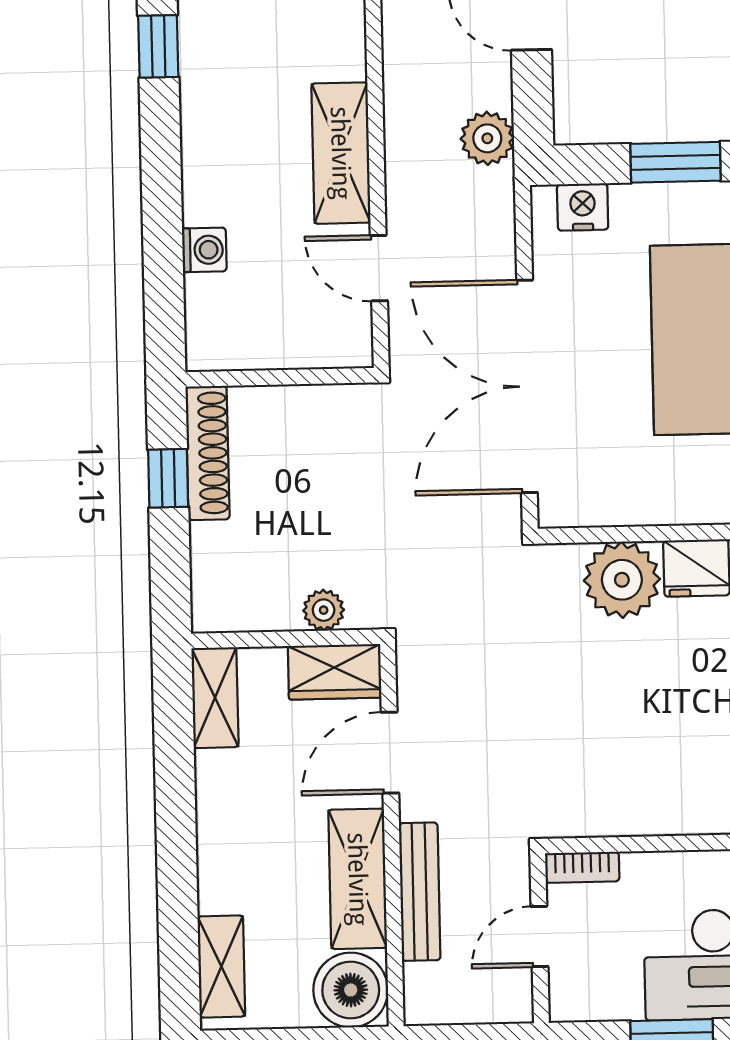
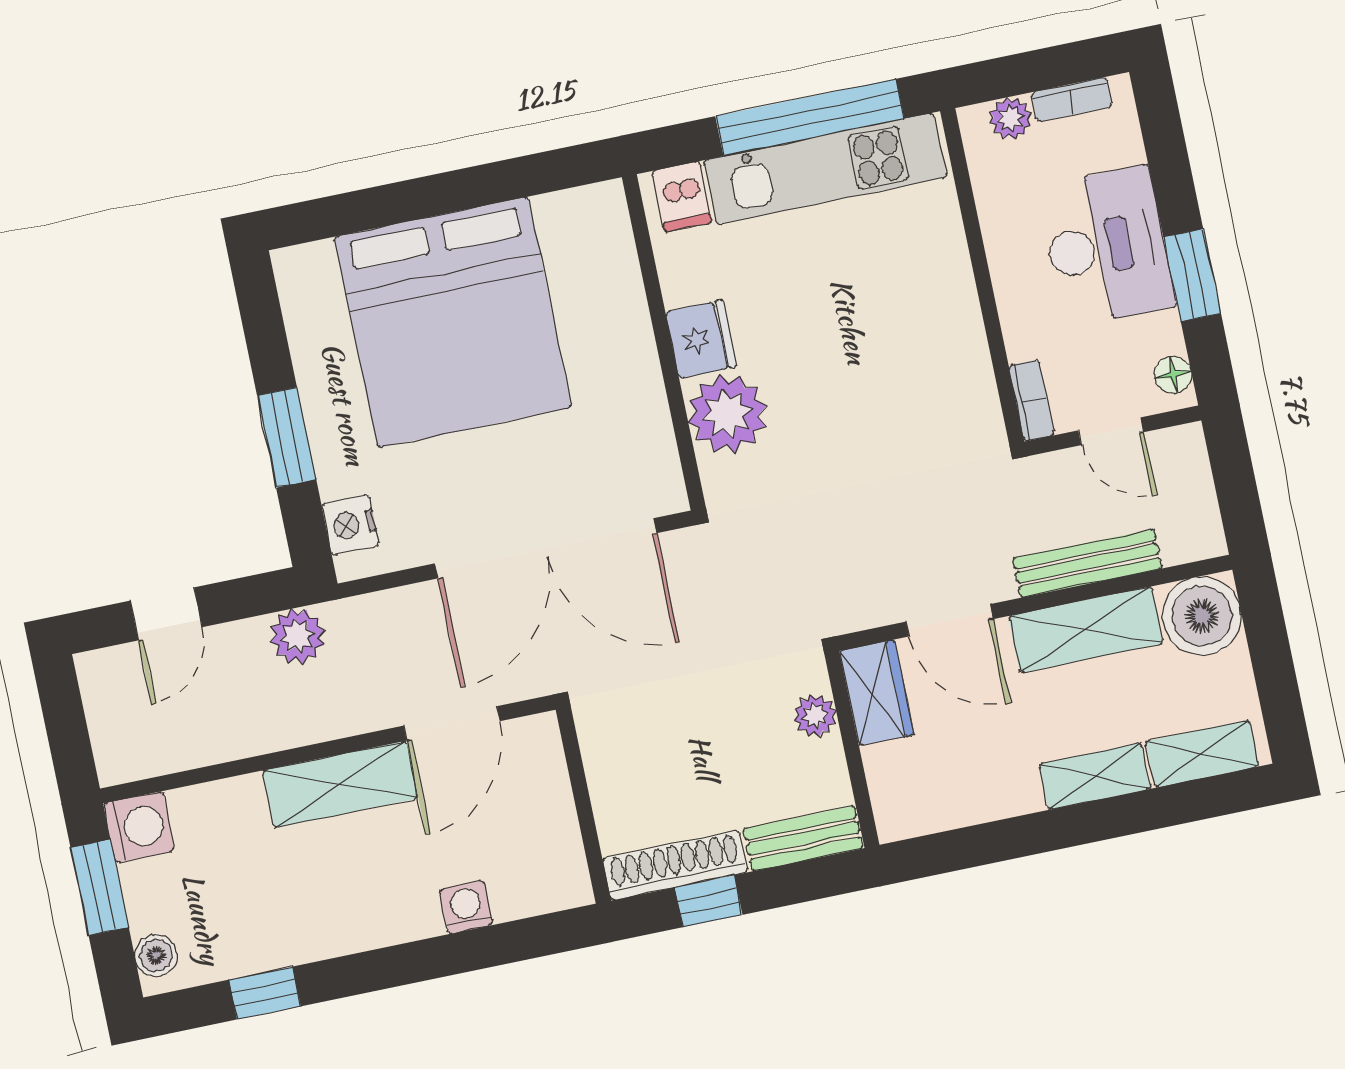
door: (379, 268) -> (452, 723), width x1.38
bench: (210, 578) -> (803, 839), added
shelving: (215, 698) -> (1095, 776), moved
floor lamp: (582, 1004) -> (1173, 375), added

